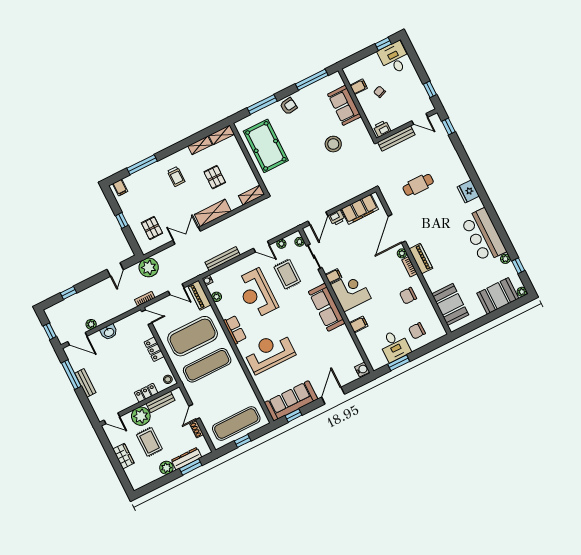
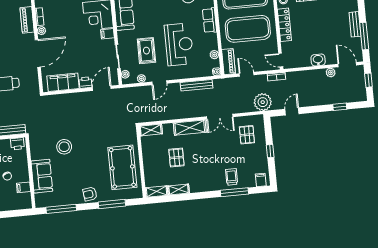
trolley: (176, 176) -> (232, 177), moved
door: (261, 247) -> (159, 83), swing flipped
locker: (154, 349) -> (284, 25), width x1.53

